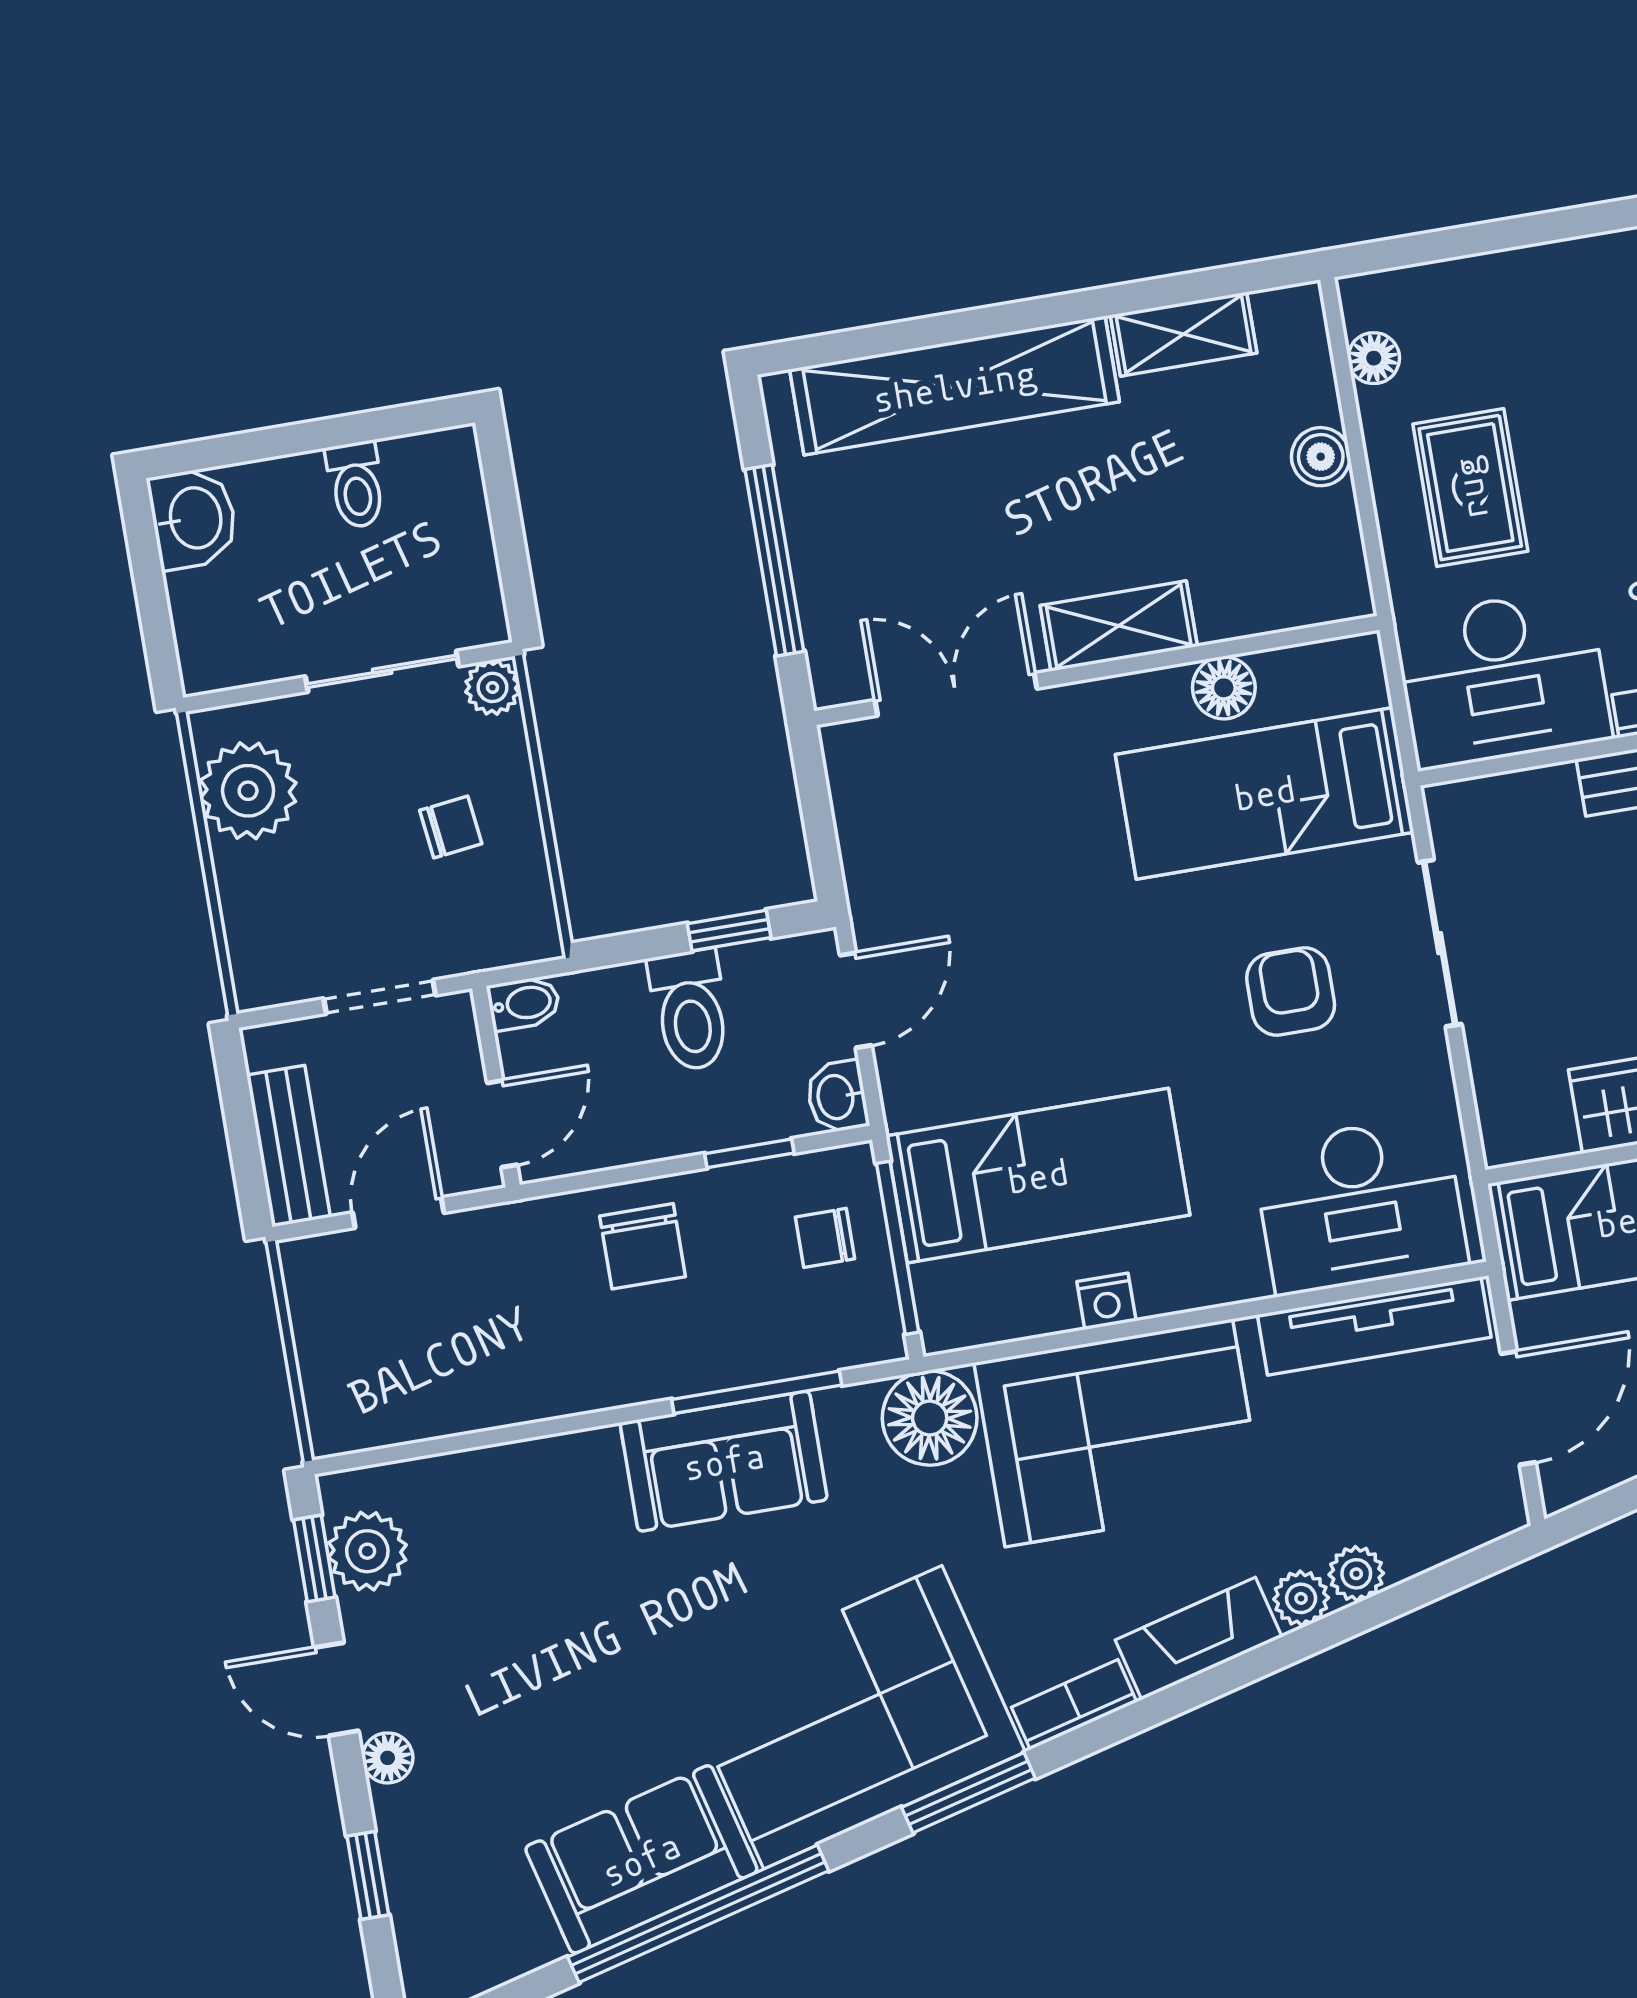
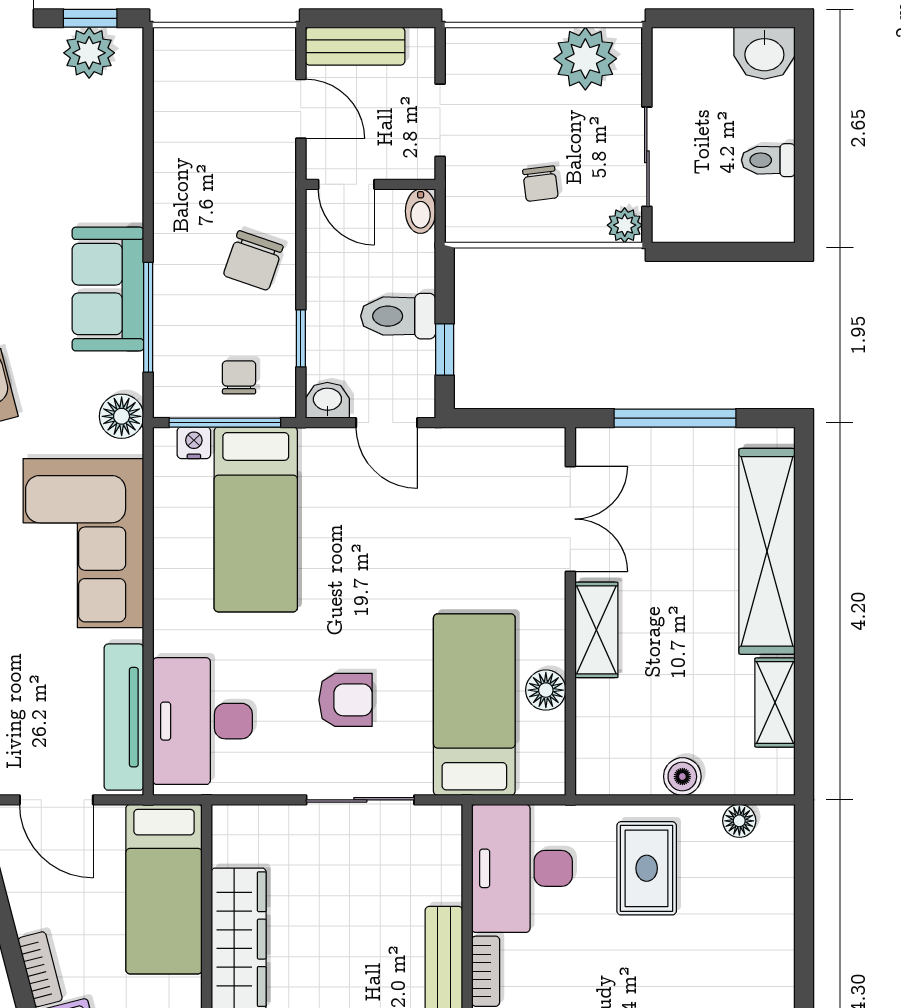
rug: (1470, 488) -> (647, 868), turned 90
chair: (643, 1246) -> (253, 261), turned -71
nightstand: (1106, 1301) -> (194, 443), moved, turned 90
floor lamp: (930, 1418) -> (122, 416), width x0.73, depth x0.73

